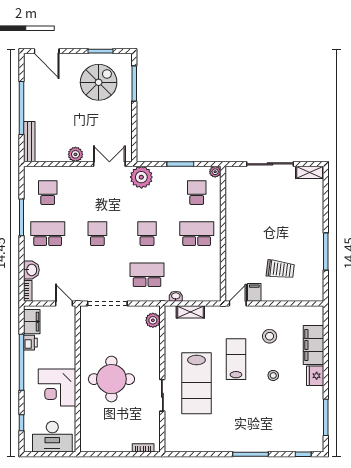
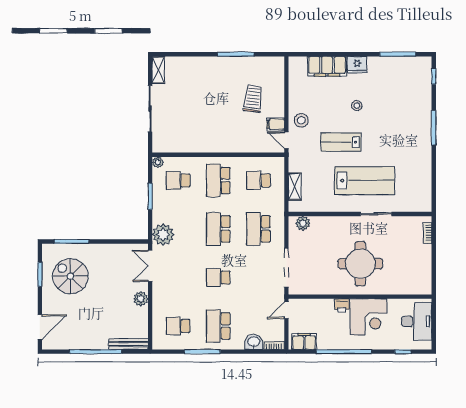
school desk: (147, 234) -> (218, 229), width x1.85
school desk: (197, 275) -> (258, 180), added
washbasin: (176, 296) -> (279, 201), removed
stool: (270, 336) -> (301, 120), moved
printer: (30, 343) -> (342, 305), moved, turned 180

